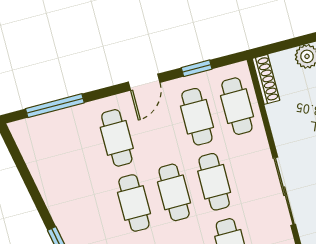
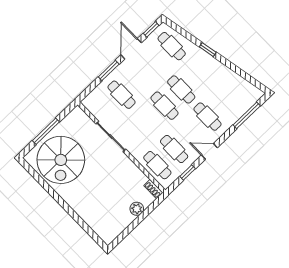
shoe rack: (266, 79) -> (153, 189), width x0.70
door: (144, 82) -> (209, 151), hinge flipped
cafe table: (214, 182) -> (148, 122), removed

